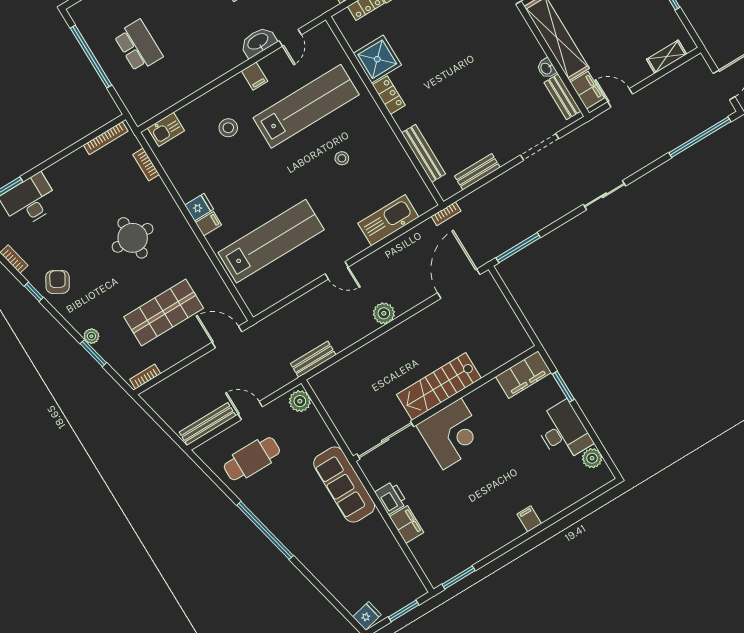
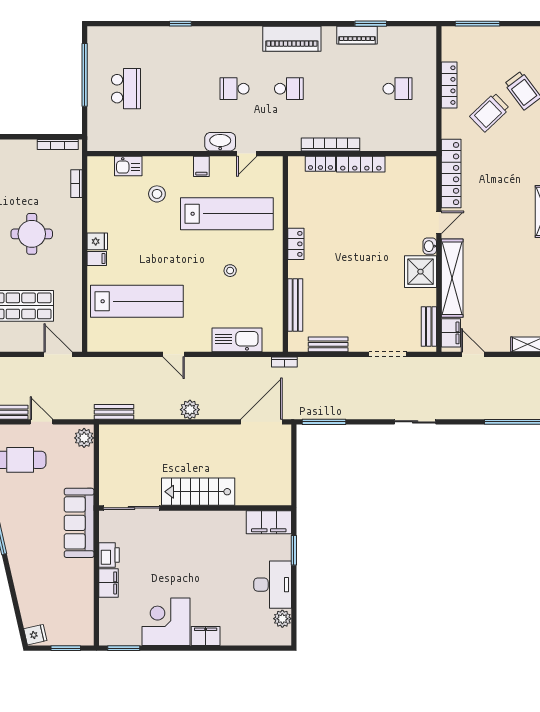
shower: (377, 59) -> (420, 272), moved
washbasin: (546, 68) -> (430, 246), moved
kitchen sink: (166, 129) -> (128, 166), moved
corner desk: (452, 434) -> (166, 622), moved, turned 180
filing cabinet: (529, 519) -> (206, 636), width x2.00

